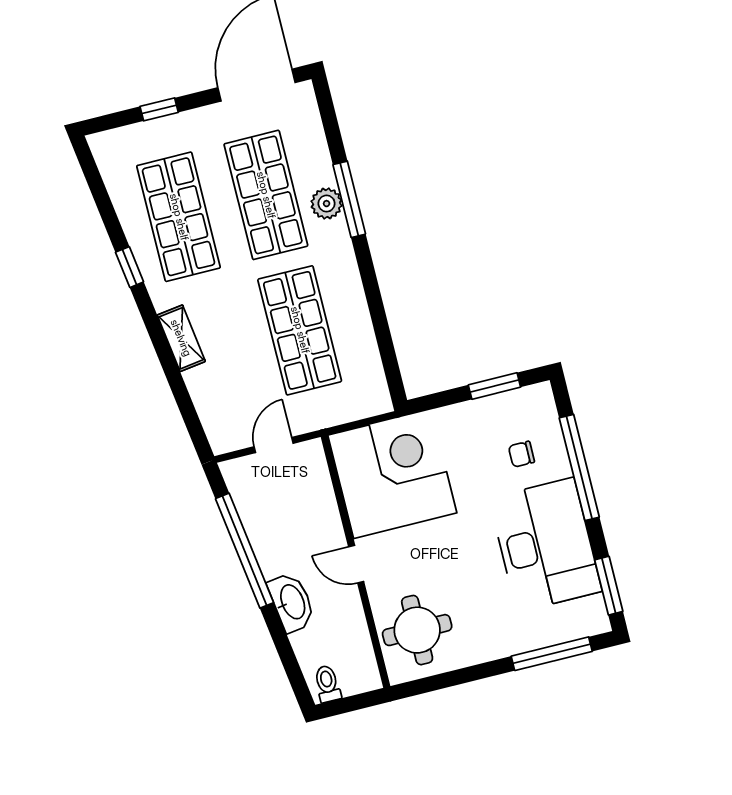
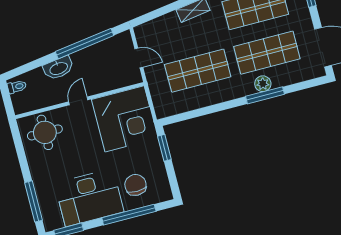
window: (494, 386) -> (164, 148), moved
chair: (521, 454) -> (135, 185), width x1.87, depth x1.87

